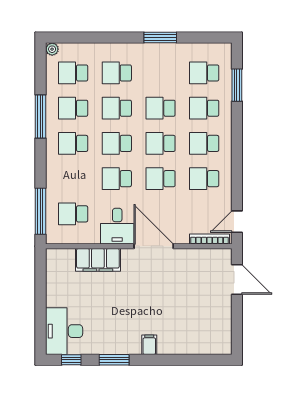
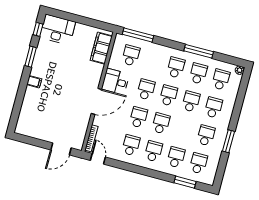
school desk: (161, 108) -> (206, 135), moved
filing cabinet: (98, 260) -> (101, 48), moved

